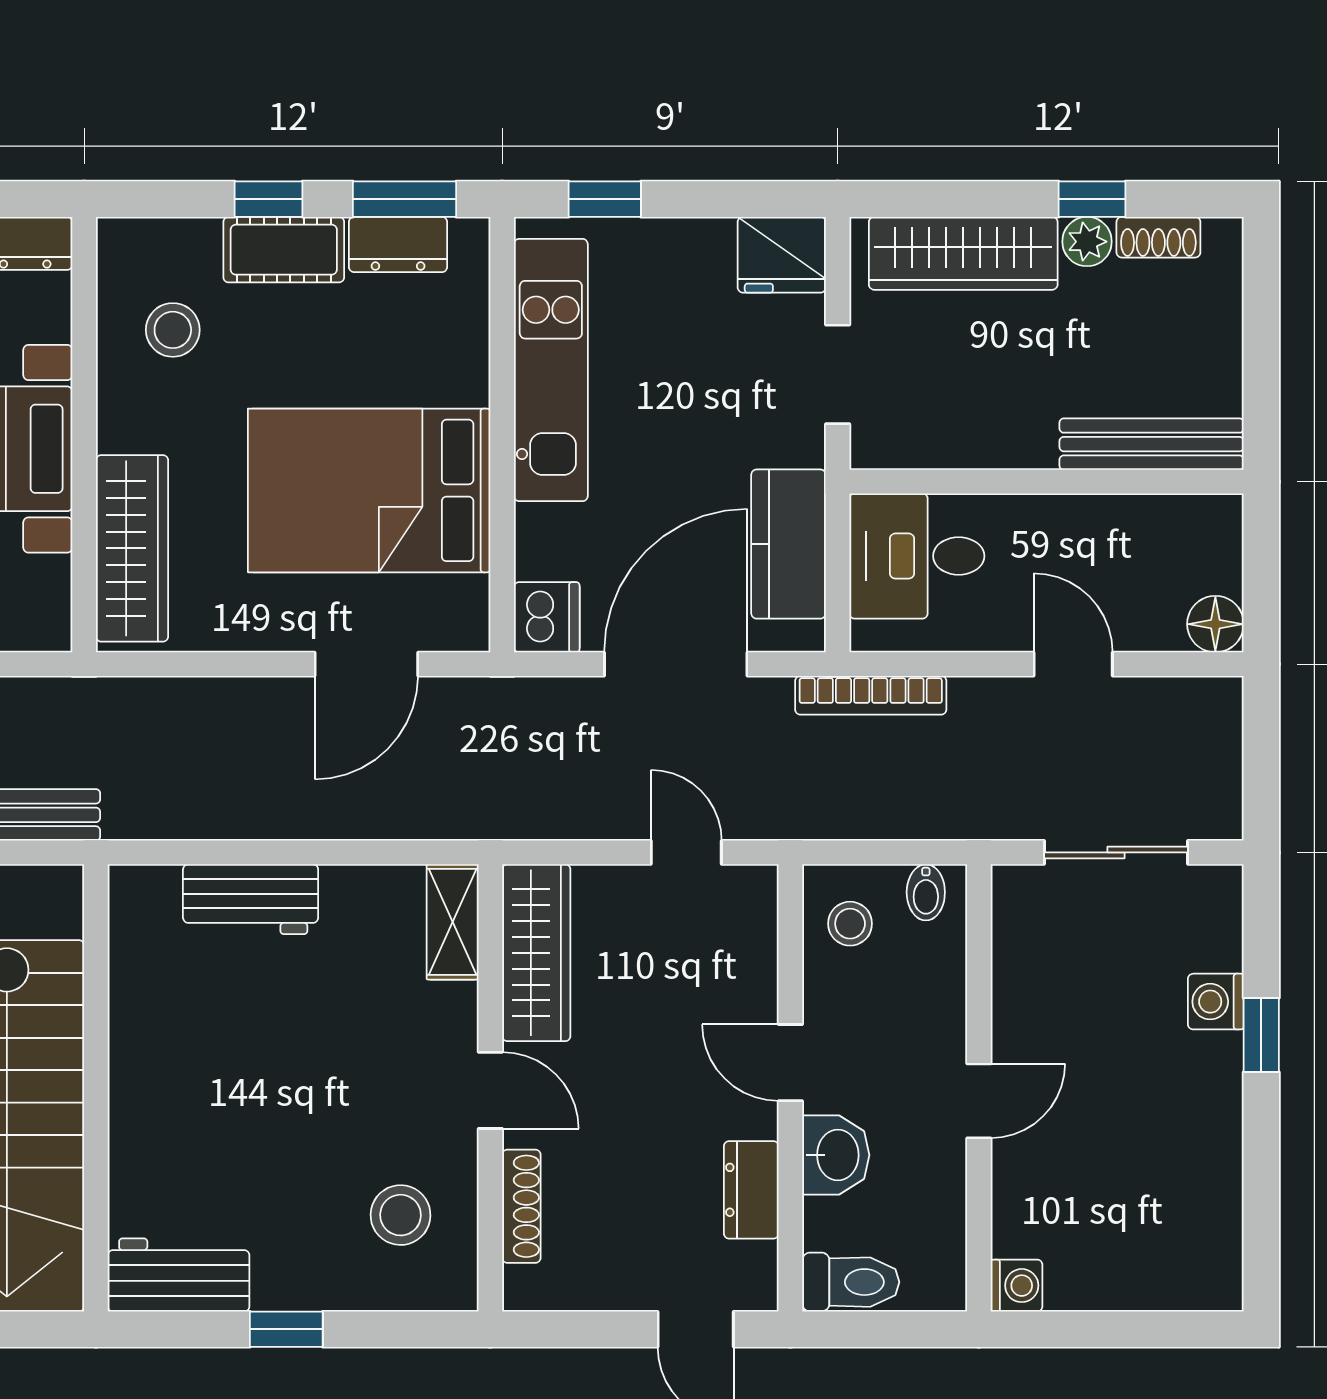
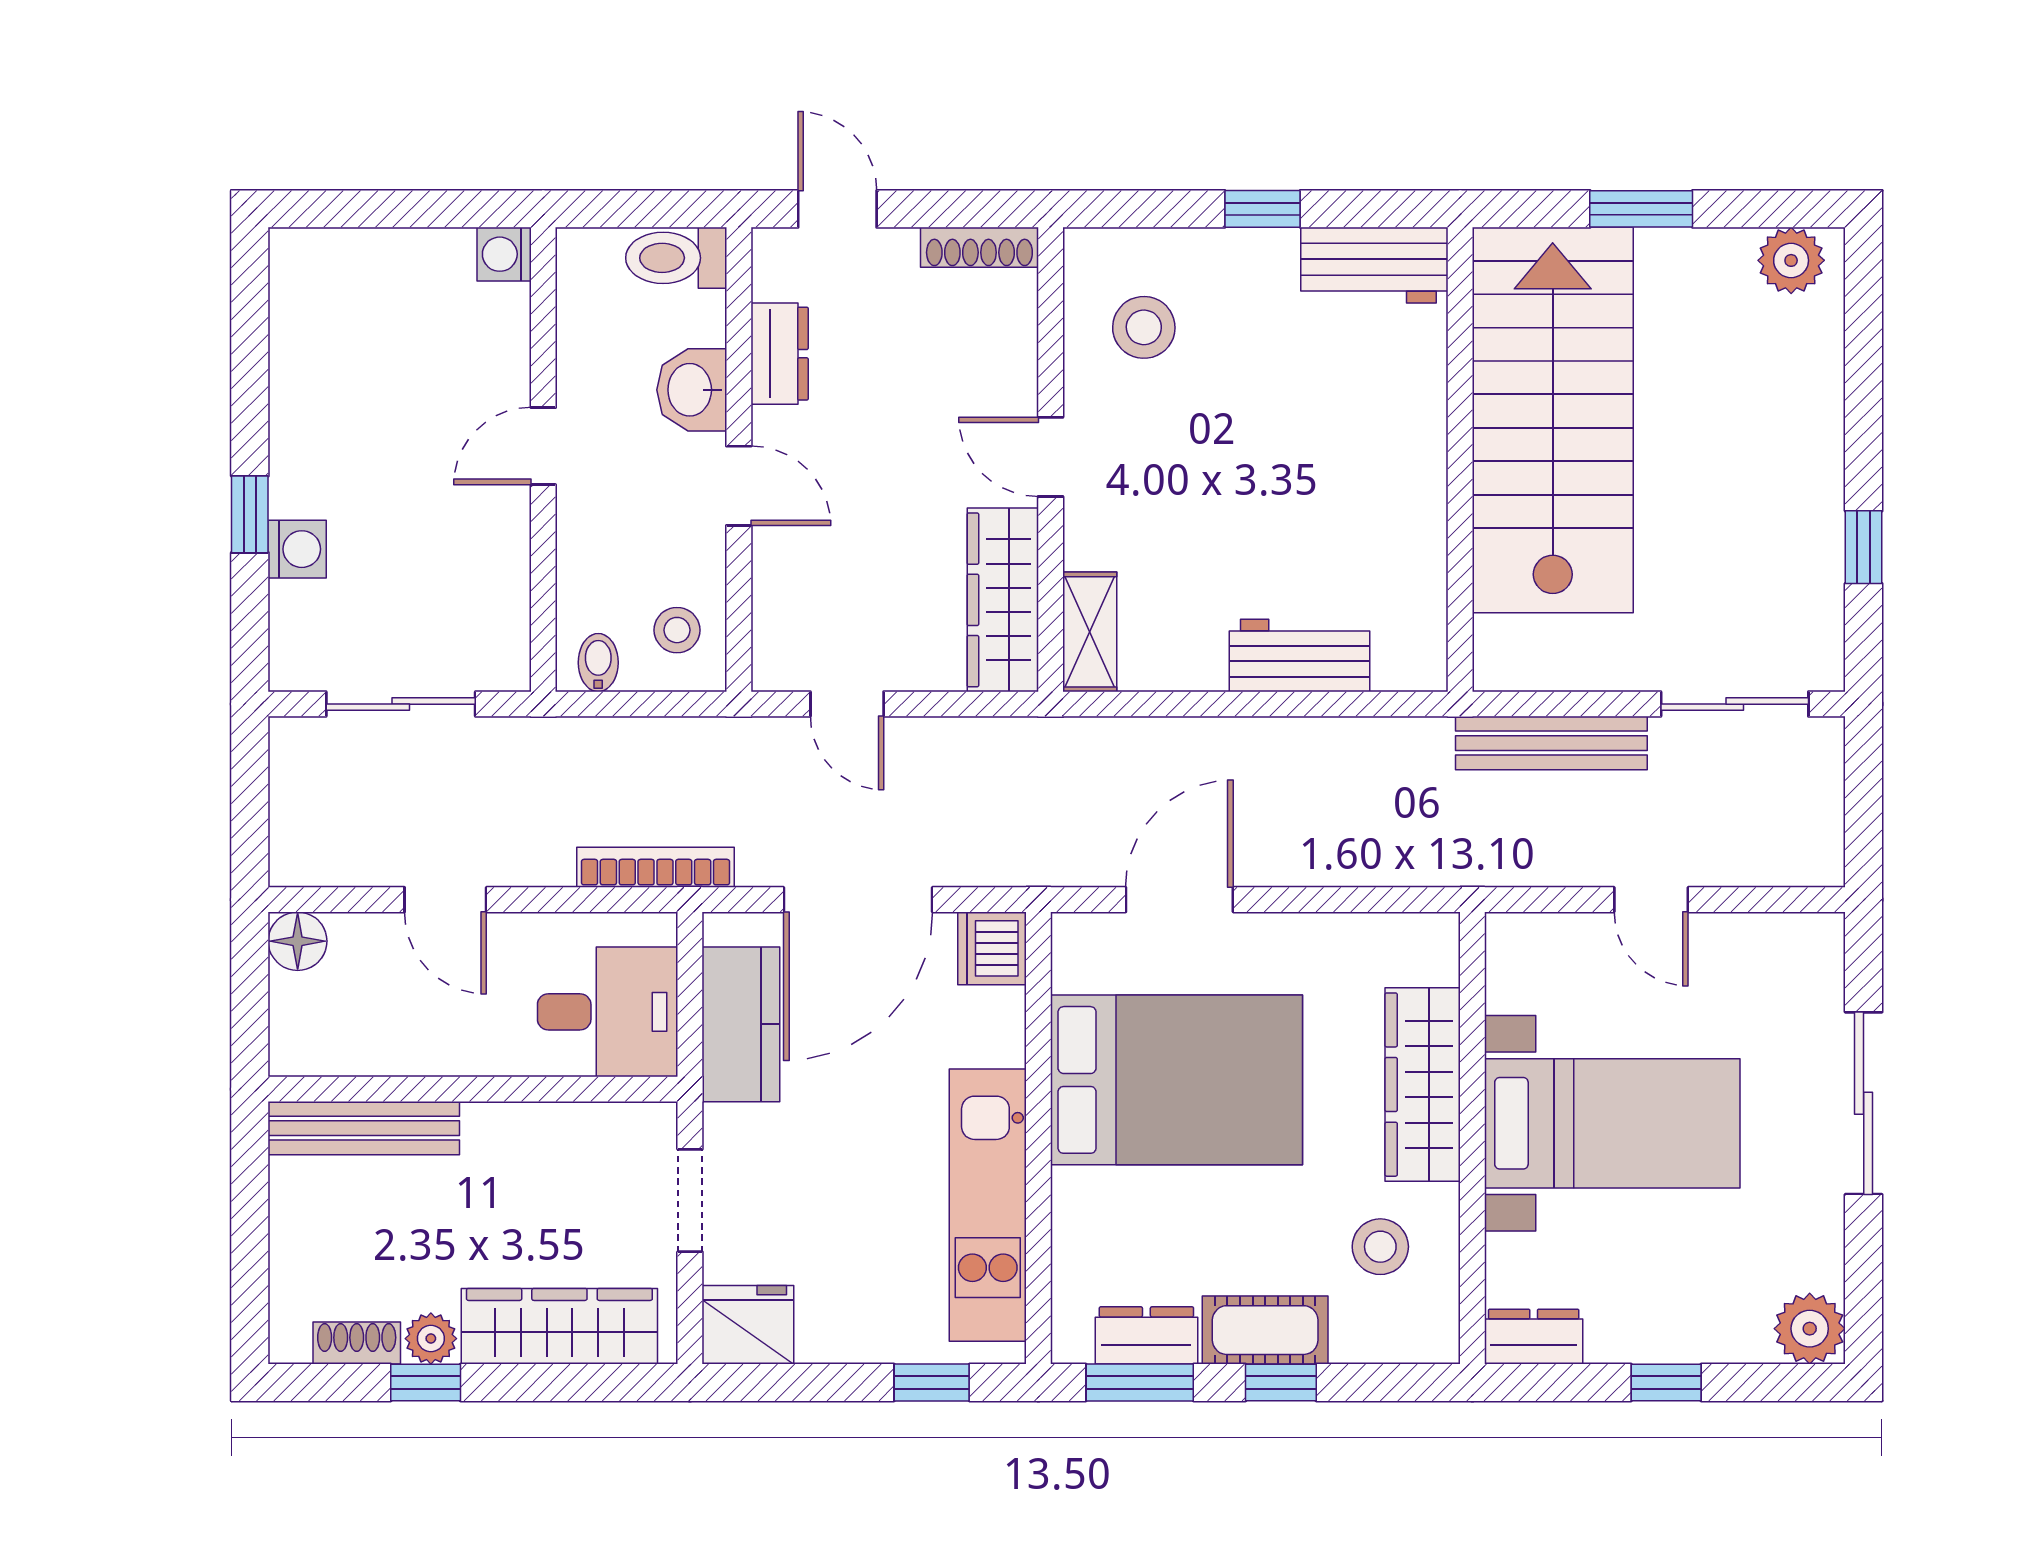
wardrobe: (132, 548) -> (1423, 1085), moved
shoe rack: (521, 1206) -> (979, 247), moved, turned -90

